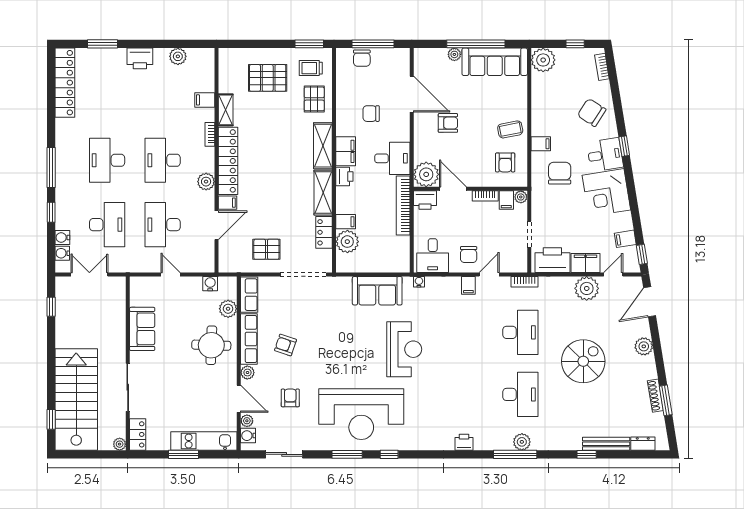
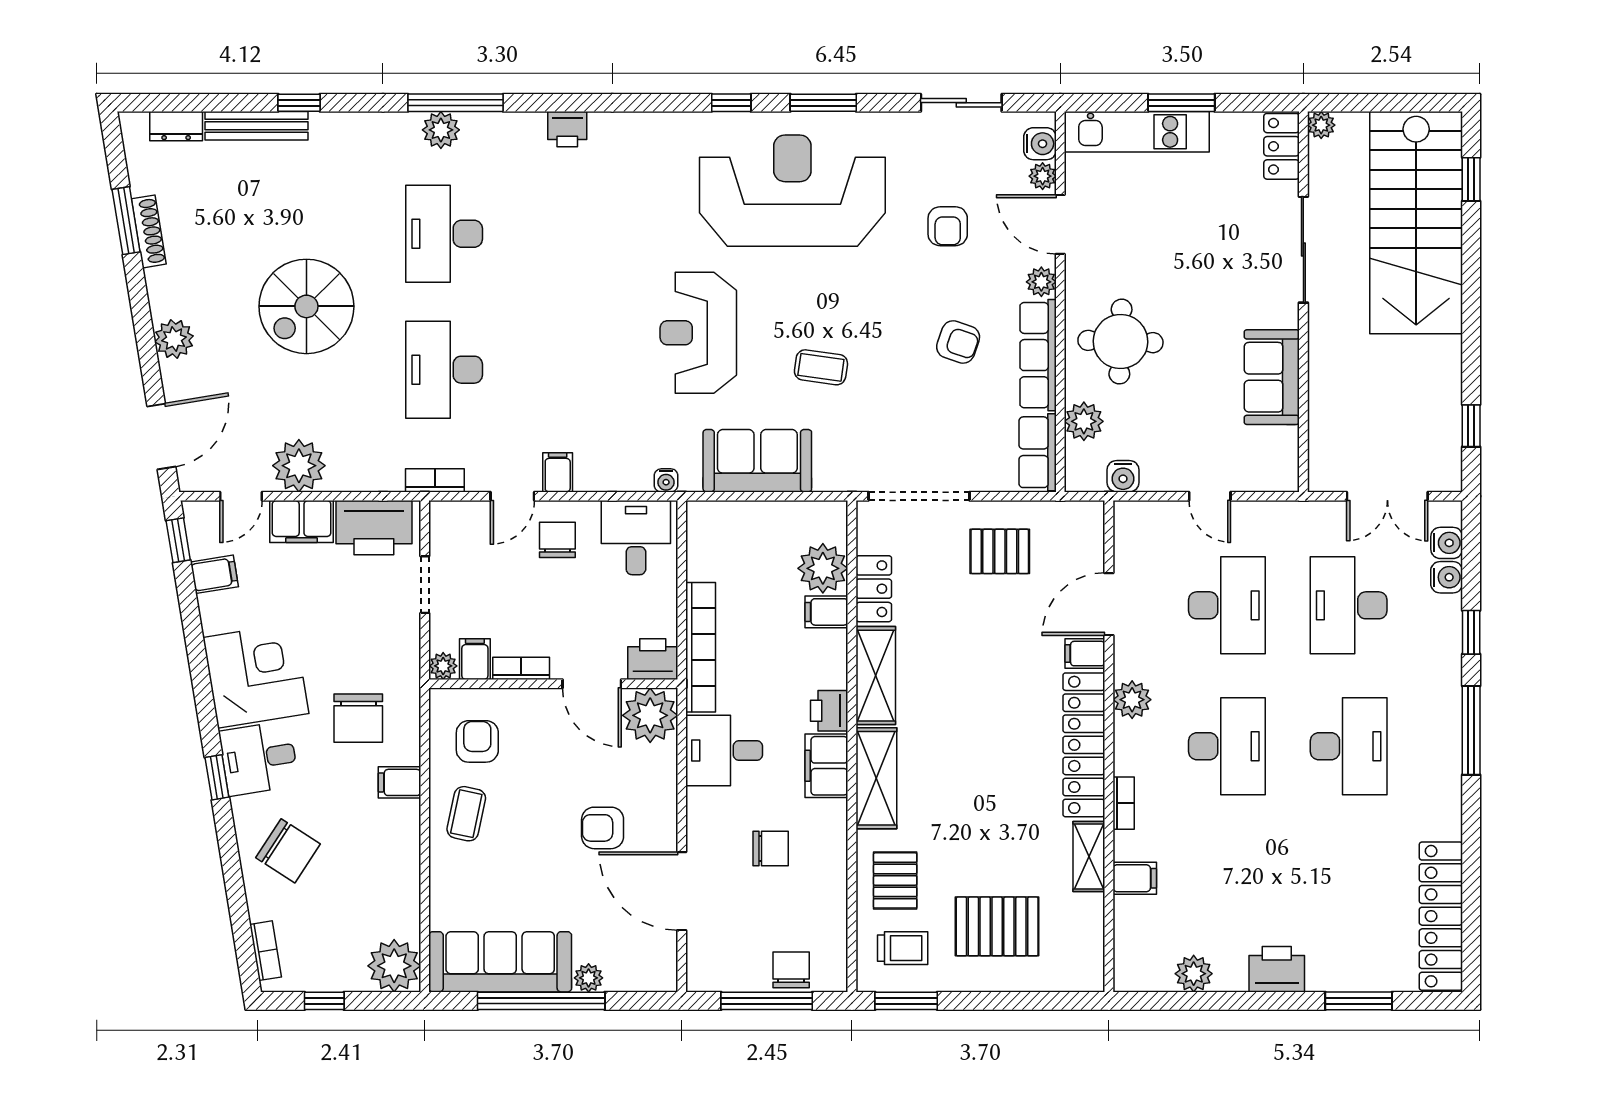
coffee table: (510, 129) -> (466, 814), turned -67
coffee table: (348, 333) -> (821, 367), added

